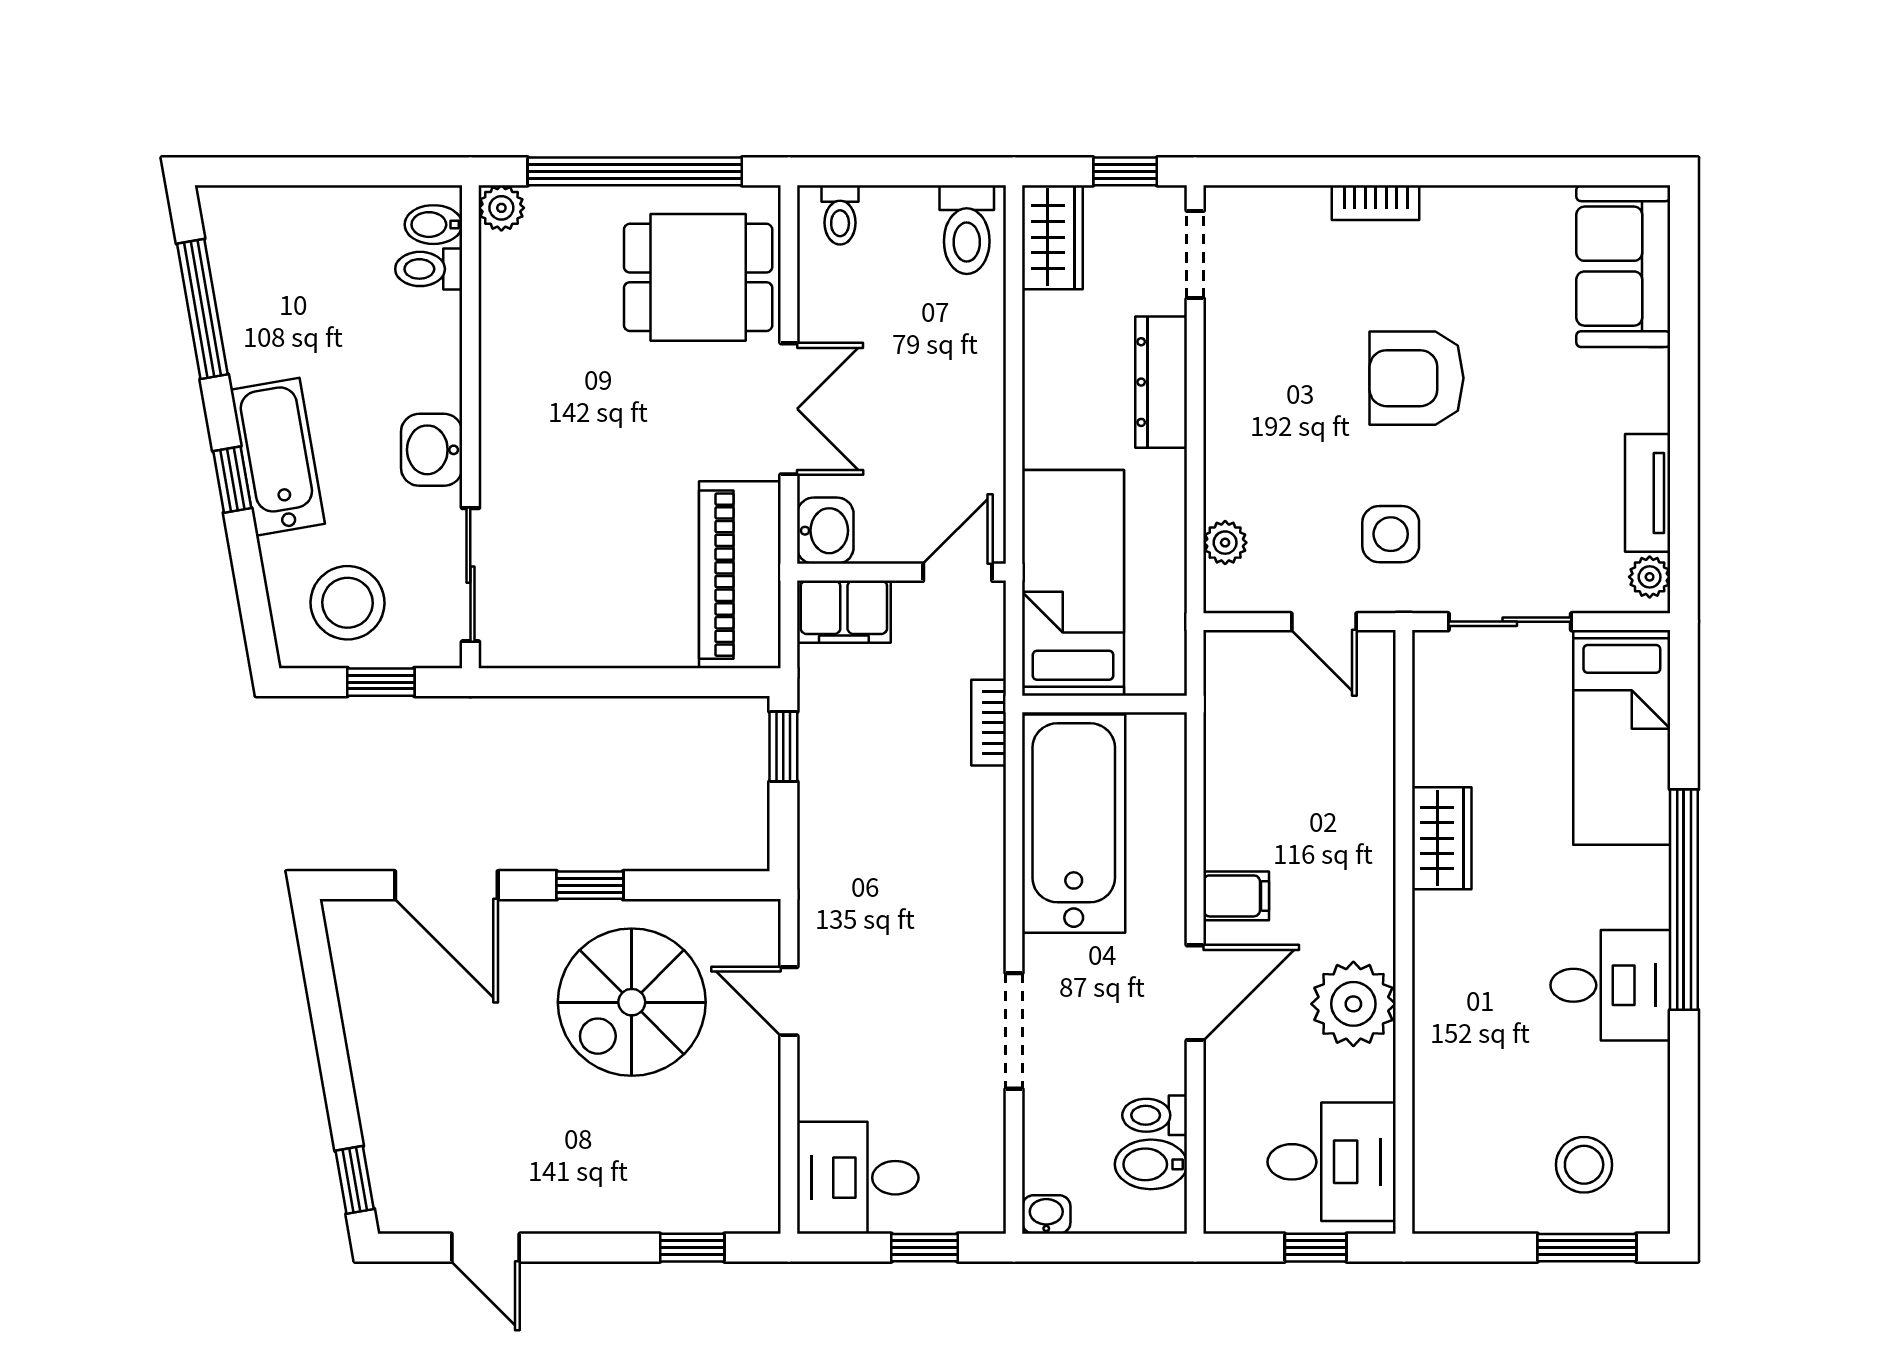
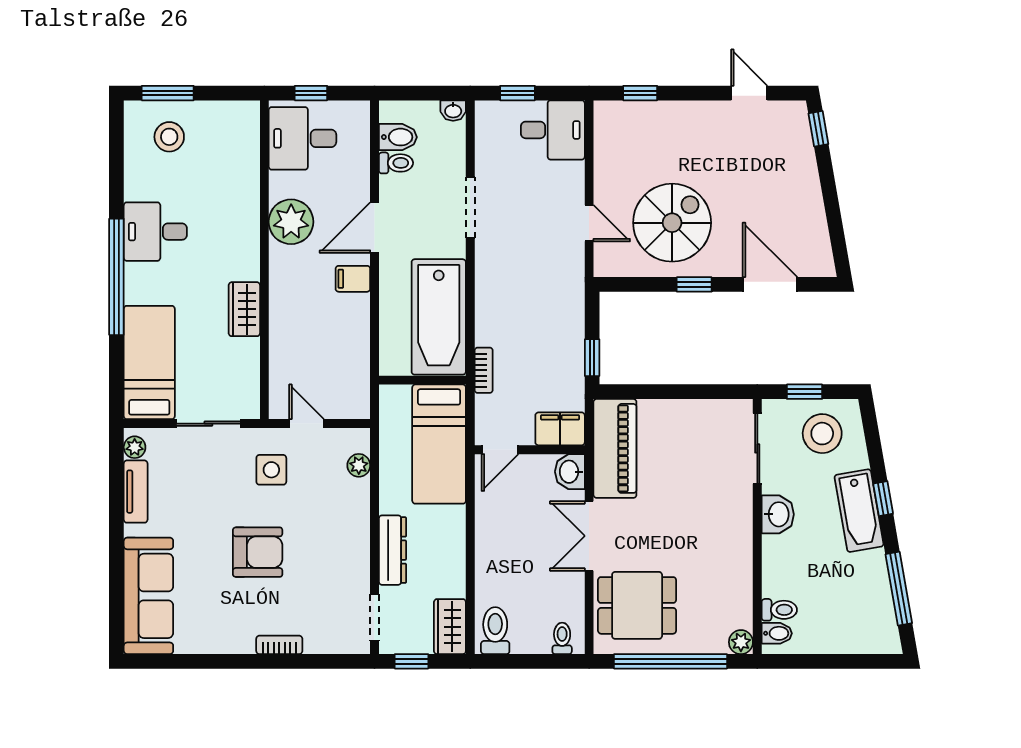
sofa: (1623, 266) -> (148, 596), width x1.36

